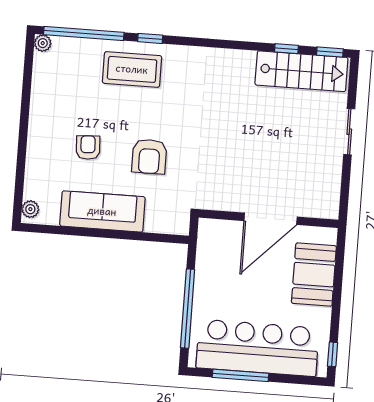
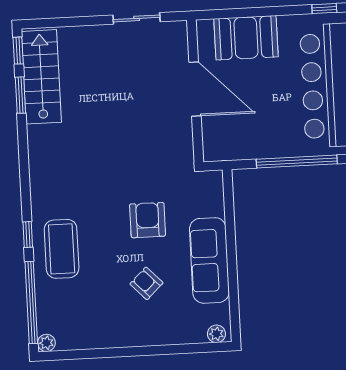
window: (286, 49) -> (20, 95), width x1.50
sliding door: (349, 132) -> (137, 18), moved
armchair: (88, 148) -> (146, 283), turned 49
armchair: (149, 156) -> (148, 220), turned -90

